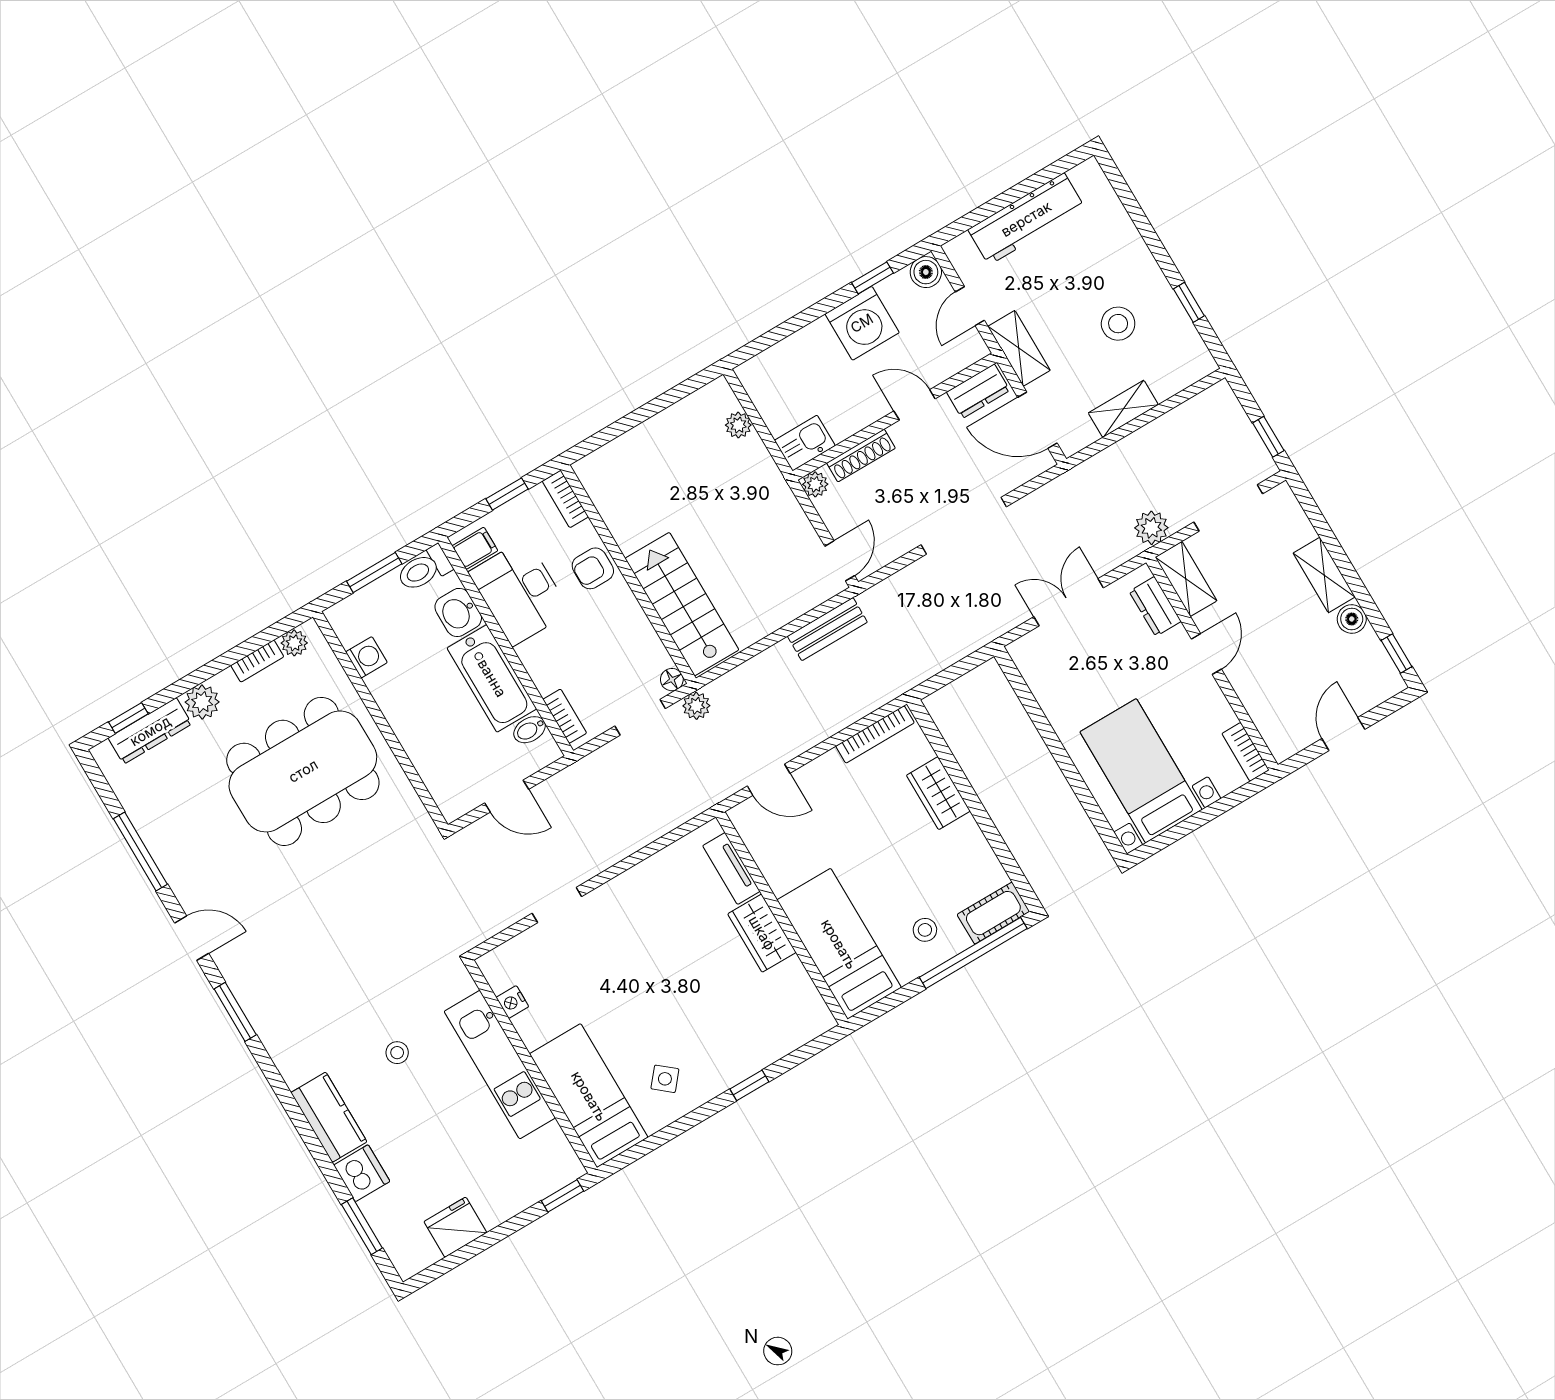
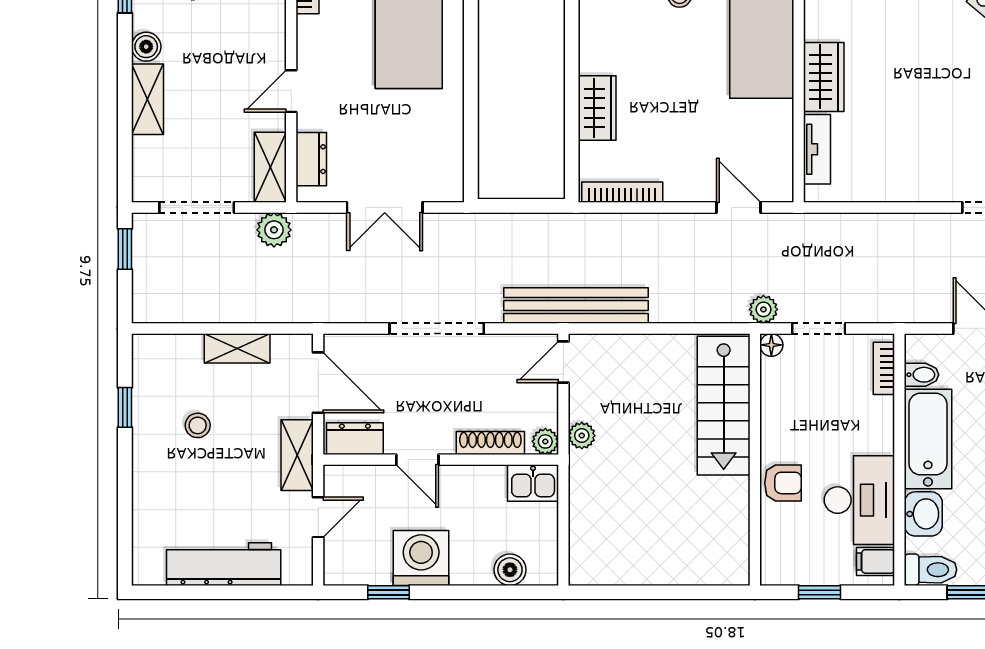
boiler: (926, 272) -> (510, 570), moved
stool: (1118, 324) -> (198, 425), width x0.73, depth x0.73
plant: (738, 425) -> (582, 436), moved
bookcase: (565, 499) -> (771, 558), removed
bench: (827, 629) -> (576, 306), width x1.86, depth x1.21

